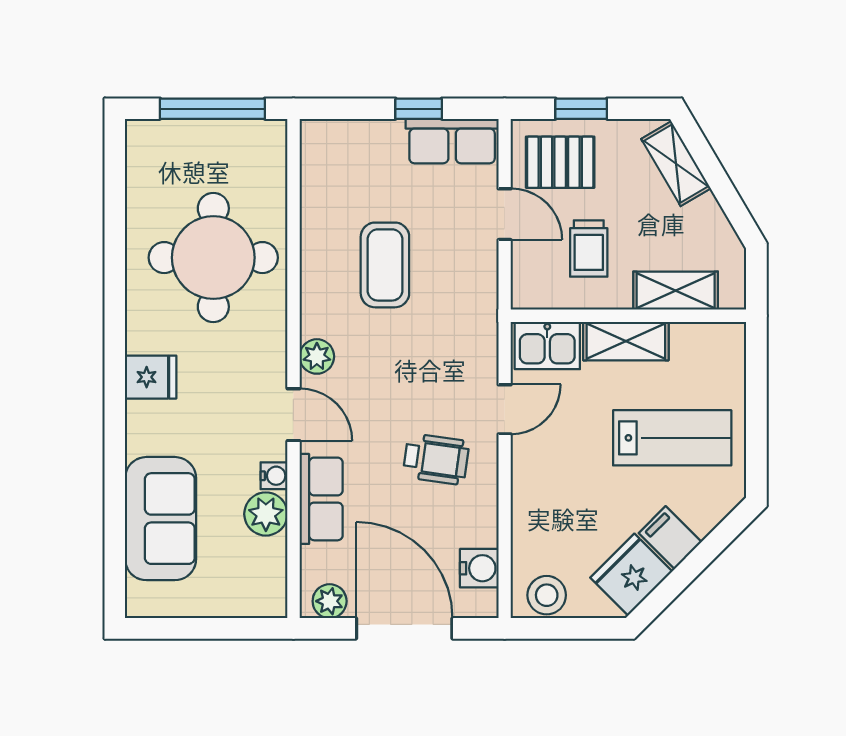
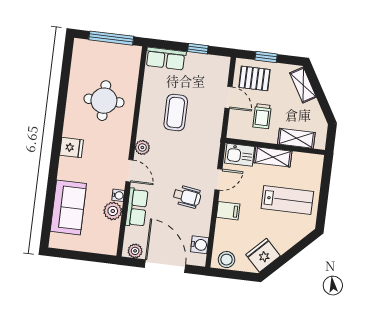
row of seats: (452, 141) -> (166, 59), moved
round table: (213, 258) -> (104, 101), width x0.73, depth x0.73
filing cabinet: (670, 538) -> (228, 211), moved, turned 135

